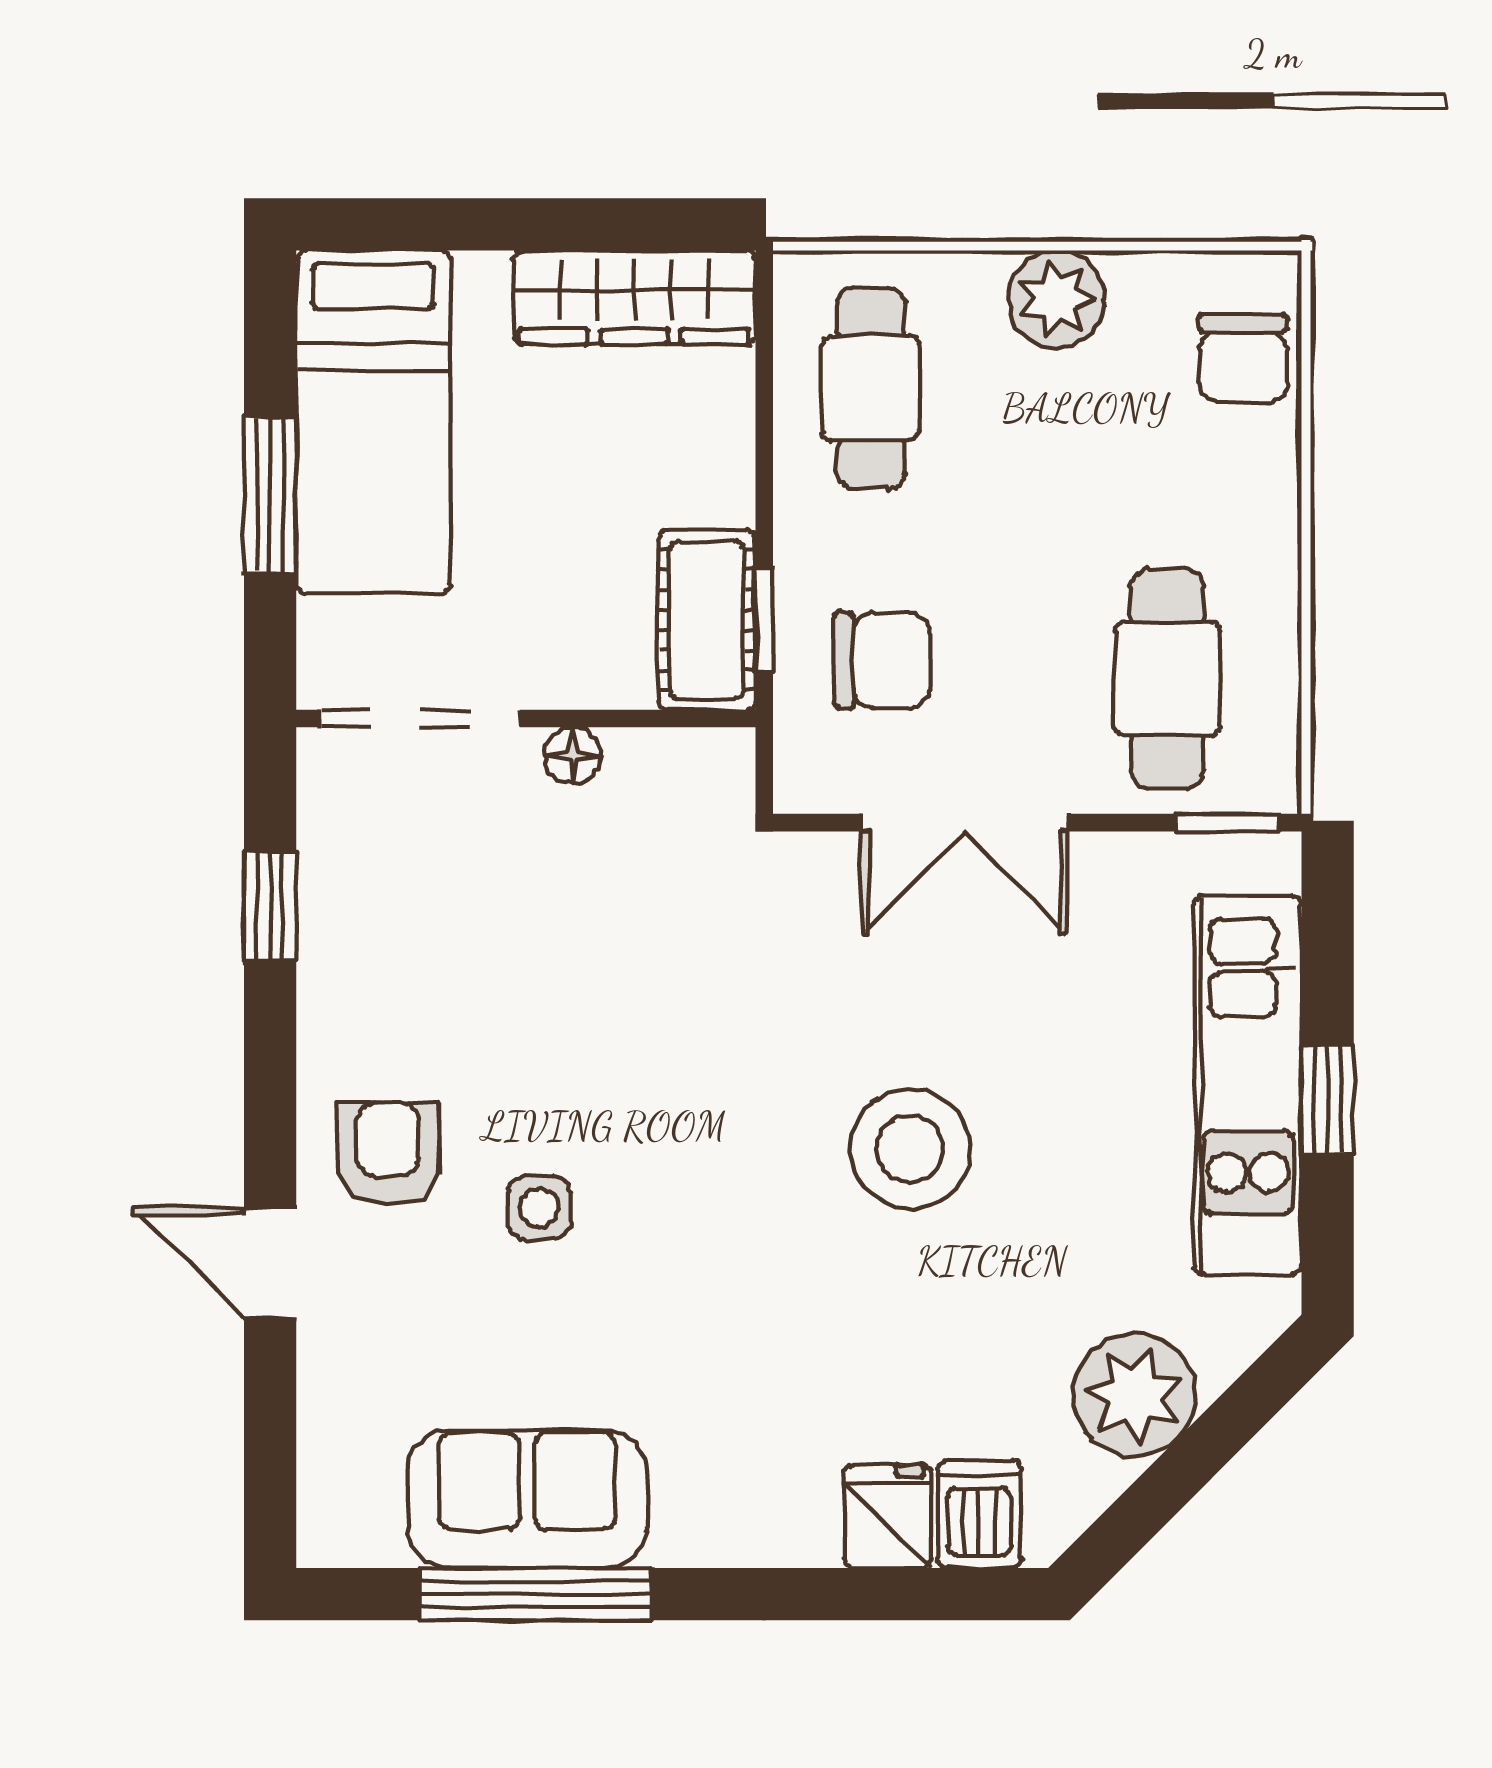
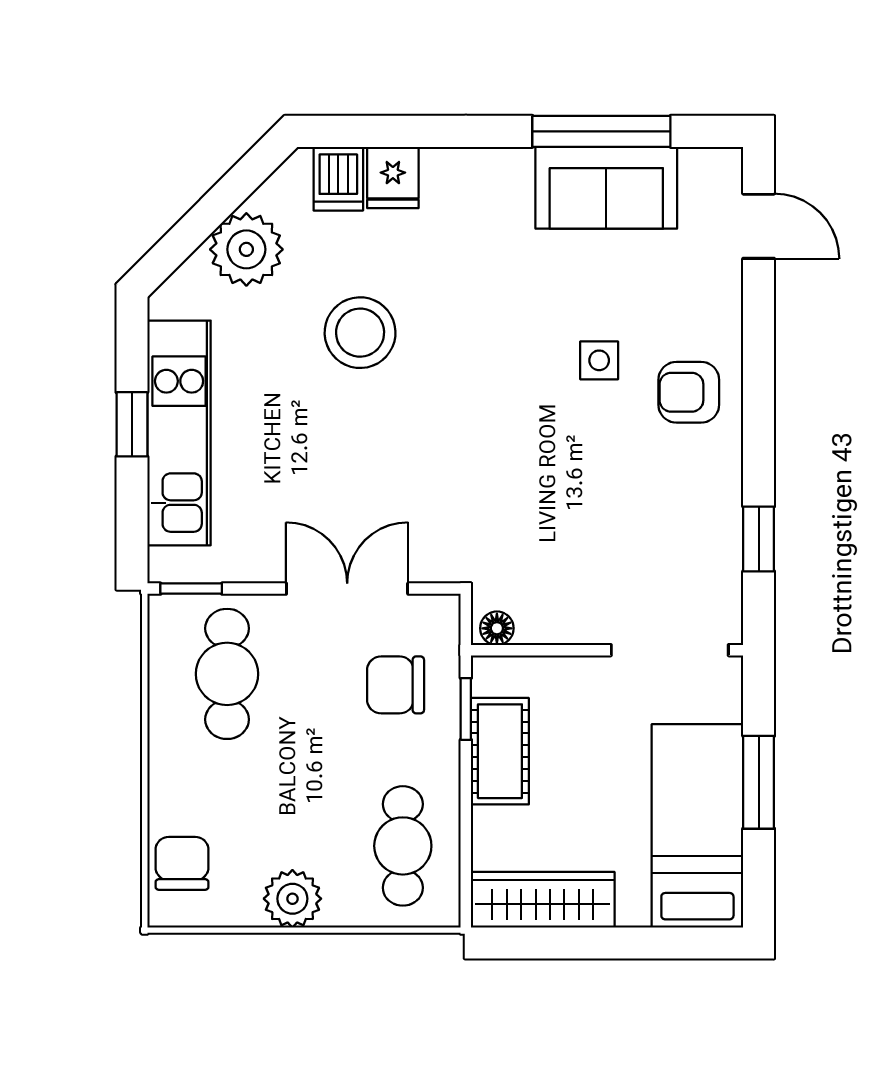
cot: (707, 620) -> (500, 751), moved
floor lamp: (573, 756) -> (497, 628), moved
stool: (910, 1149) -> (360, 333), moved
armchair: (388, 1154) -> (689, 392), turned 90
door: (270, 1262) -> (759, 226), moved

